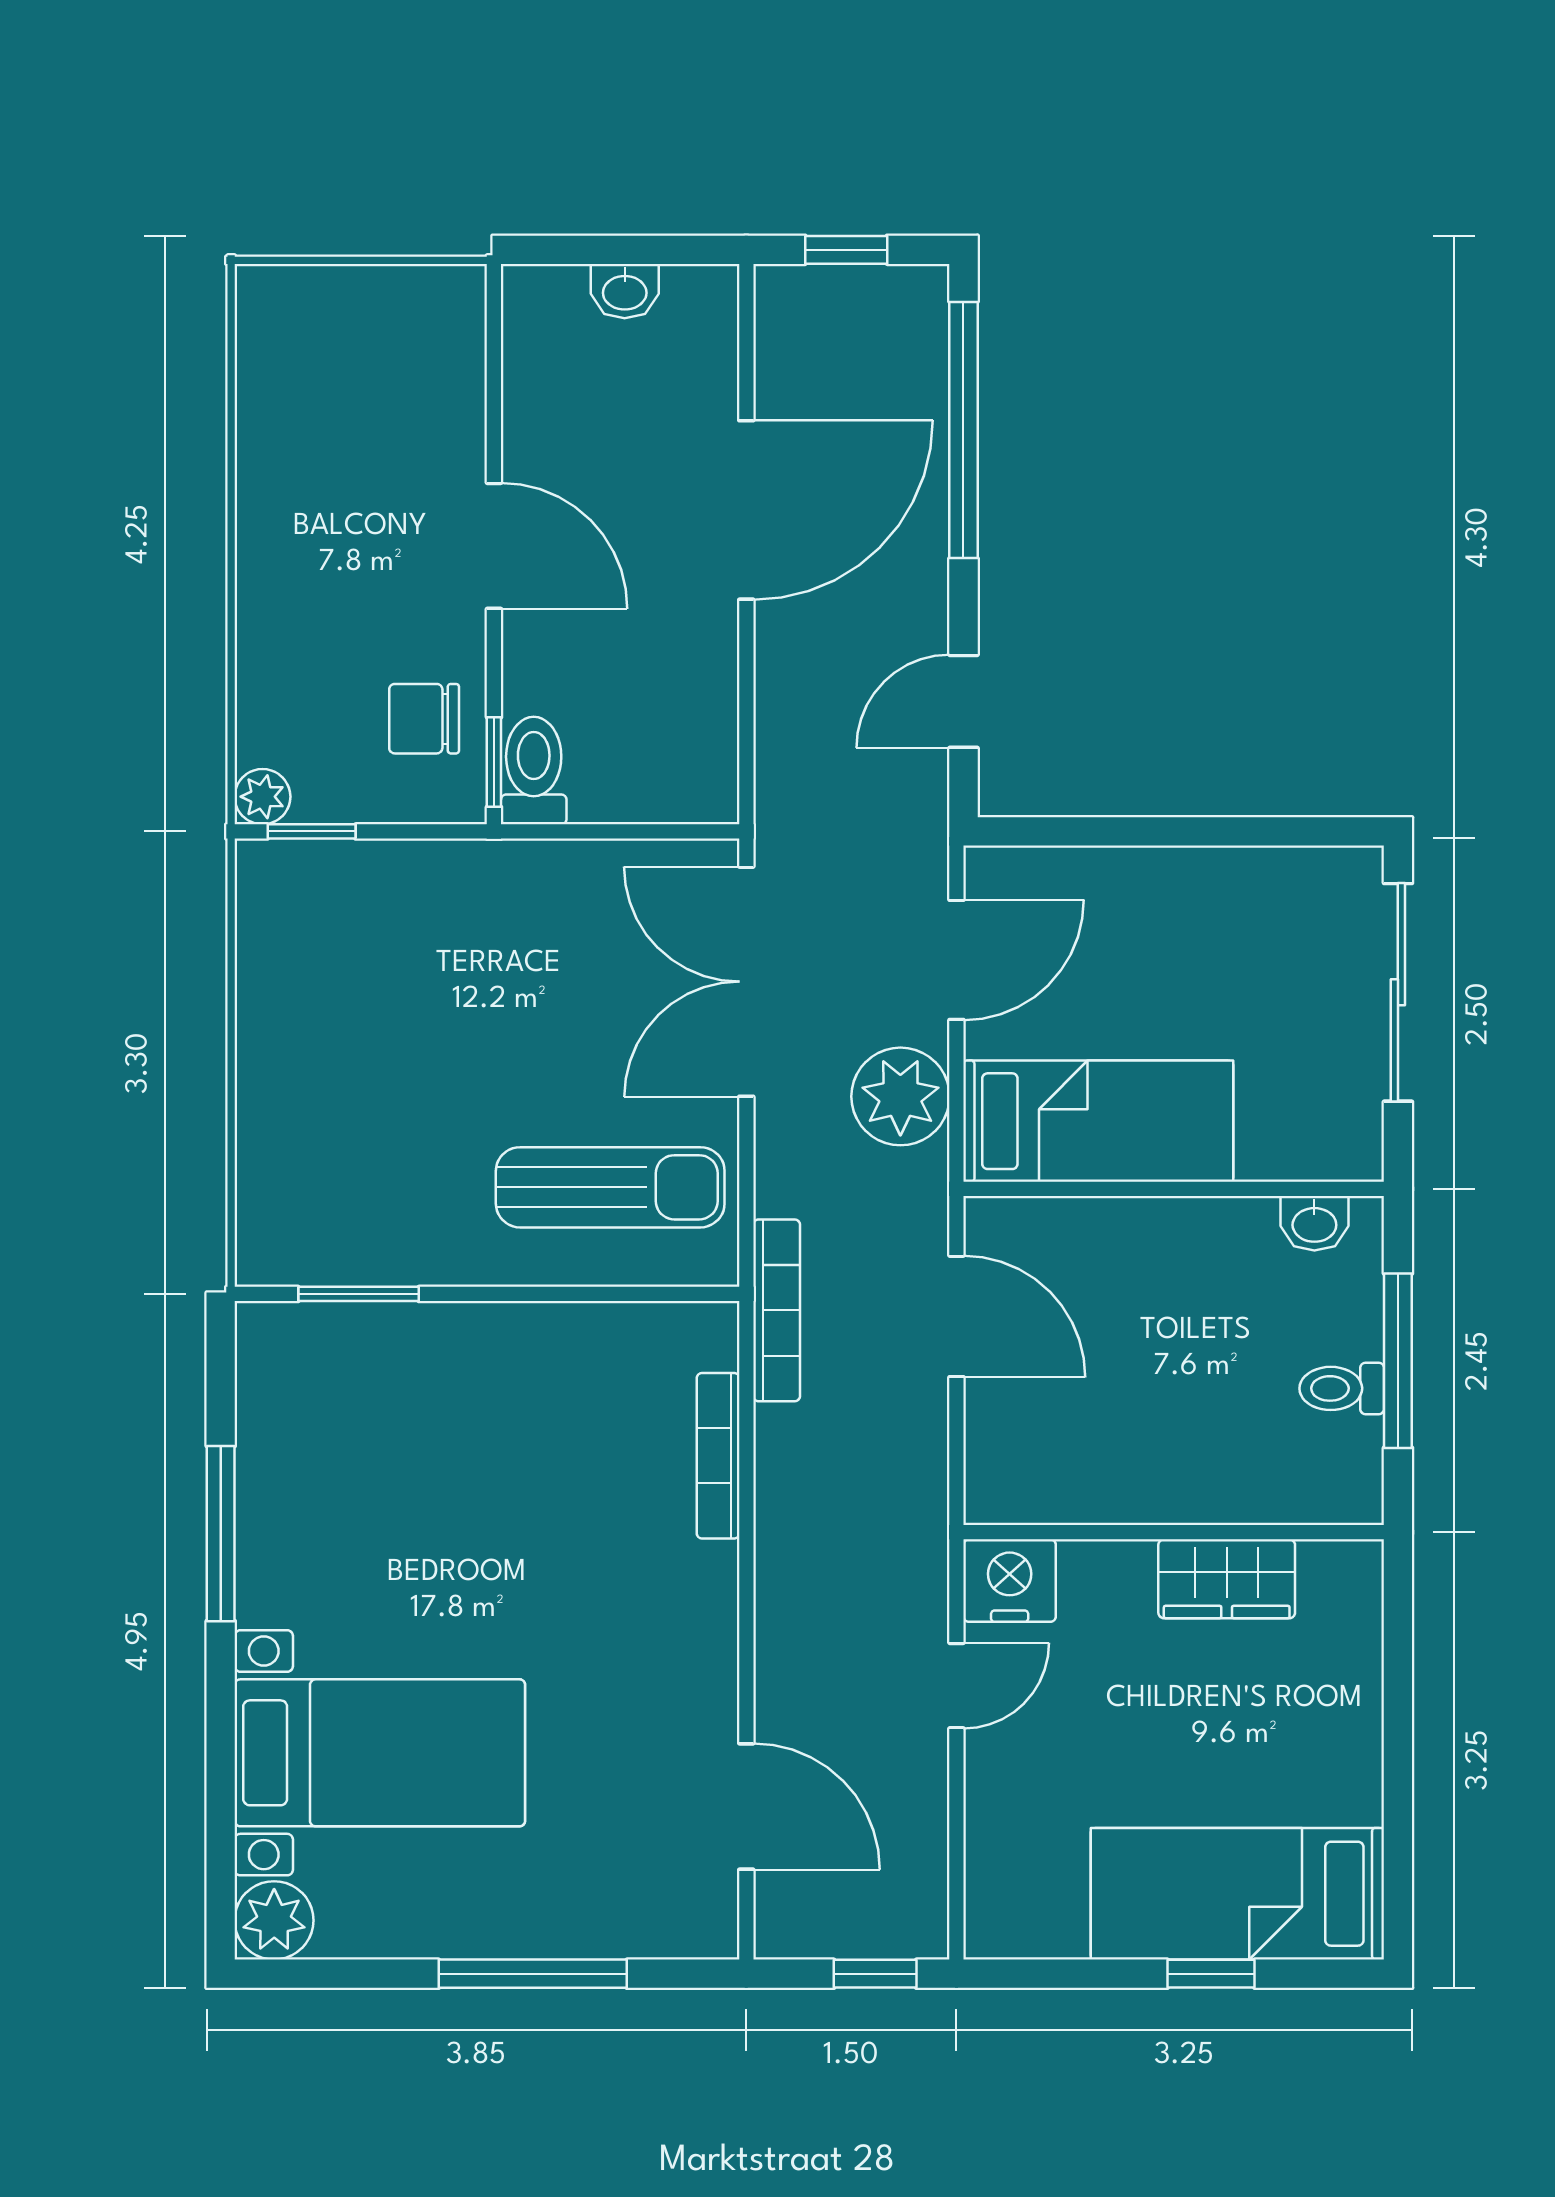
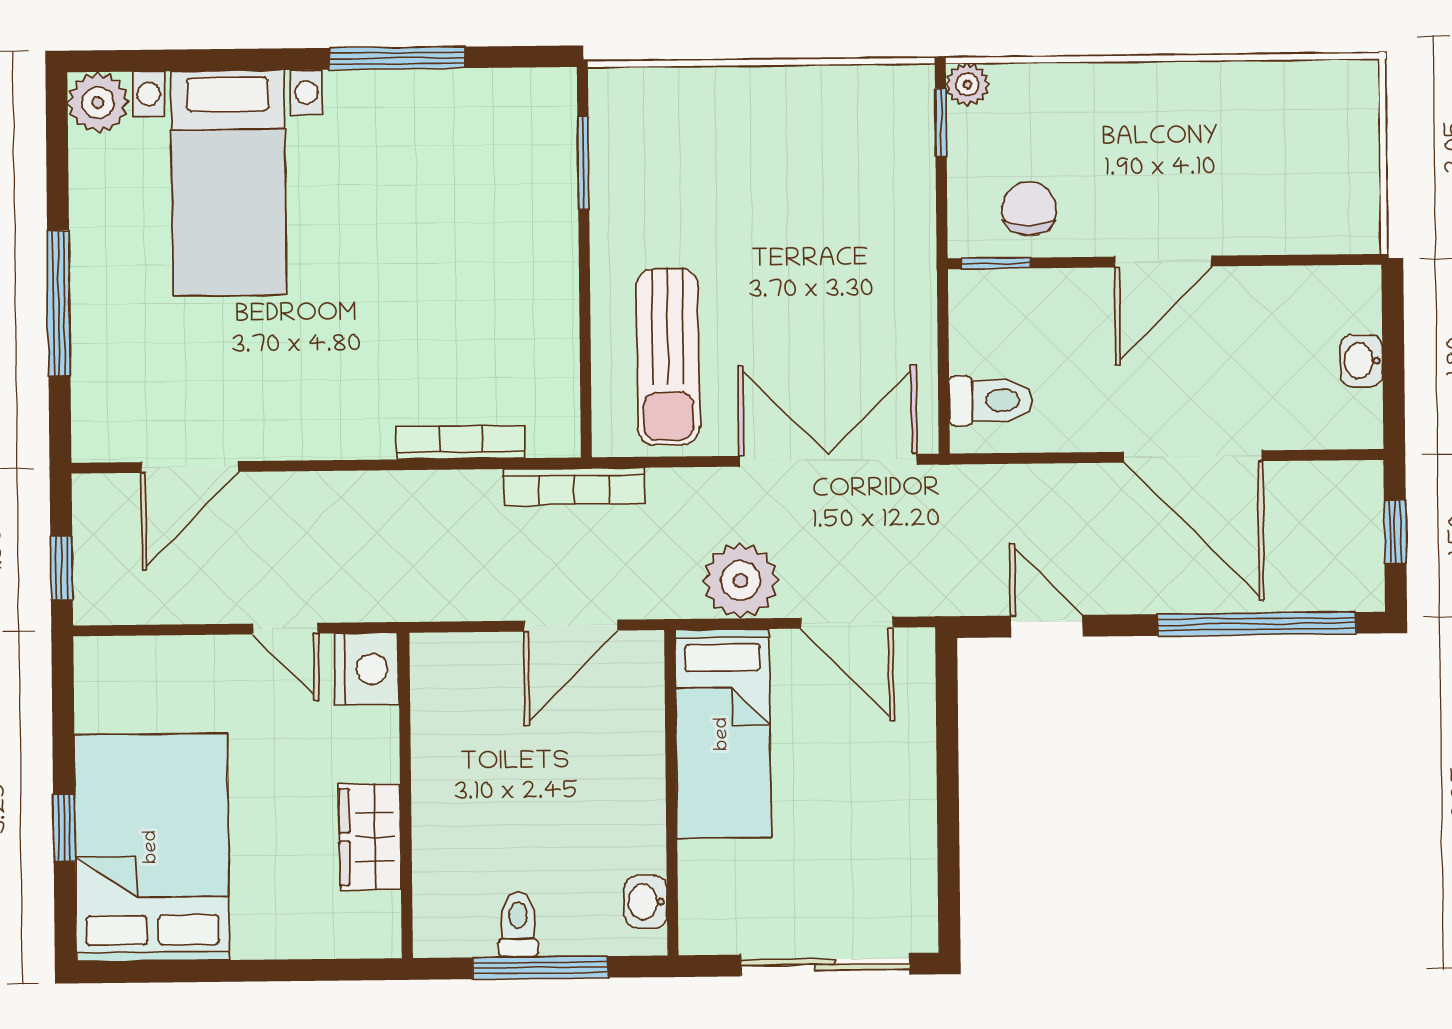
toilet: (534, 771) -> (991, 400), moved
bed: (1237, 1894) -> (152, 847), width x1.50

